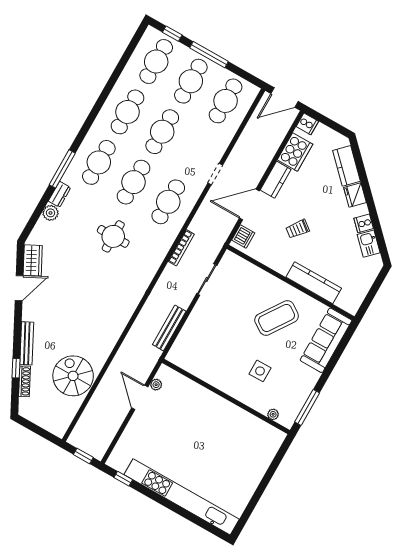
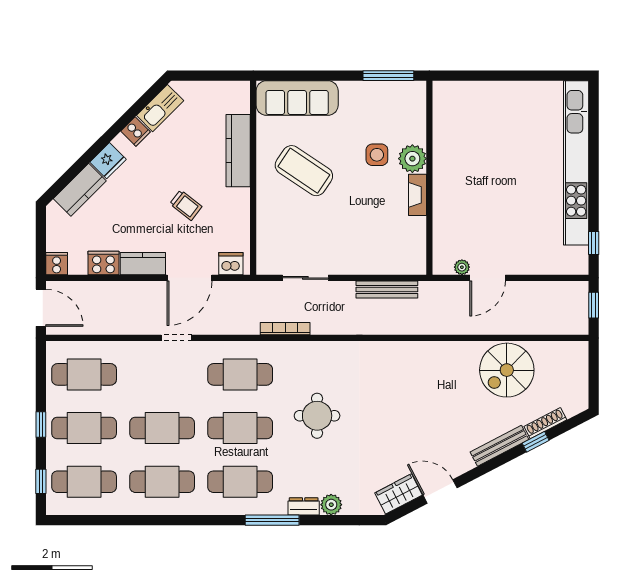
window: (209, 55) -> (41, 425), width x0.46
cooker: (295, 152) -> (103, 263), width x0.73, depth x0.76
door: (249, 205) -> (189, 278), hinge flipped
kitchen sink: (369, 244) -> (160, 108), width x1.38
fireplace: (219, 382) -> (418, 195), added
plant: (273, 414) -> (412, 159), moved, width x1.88, depth x1.88

